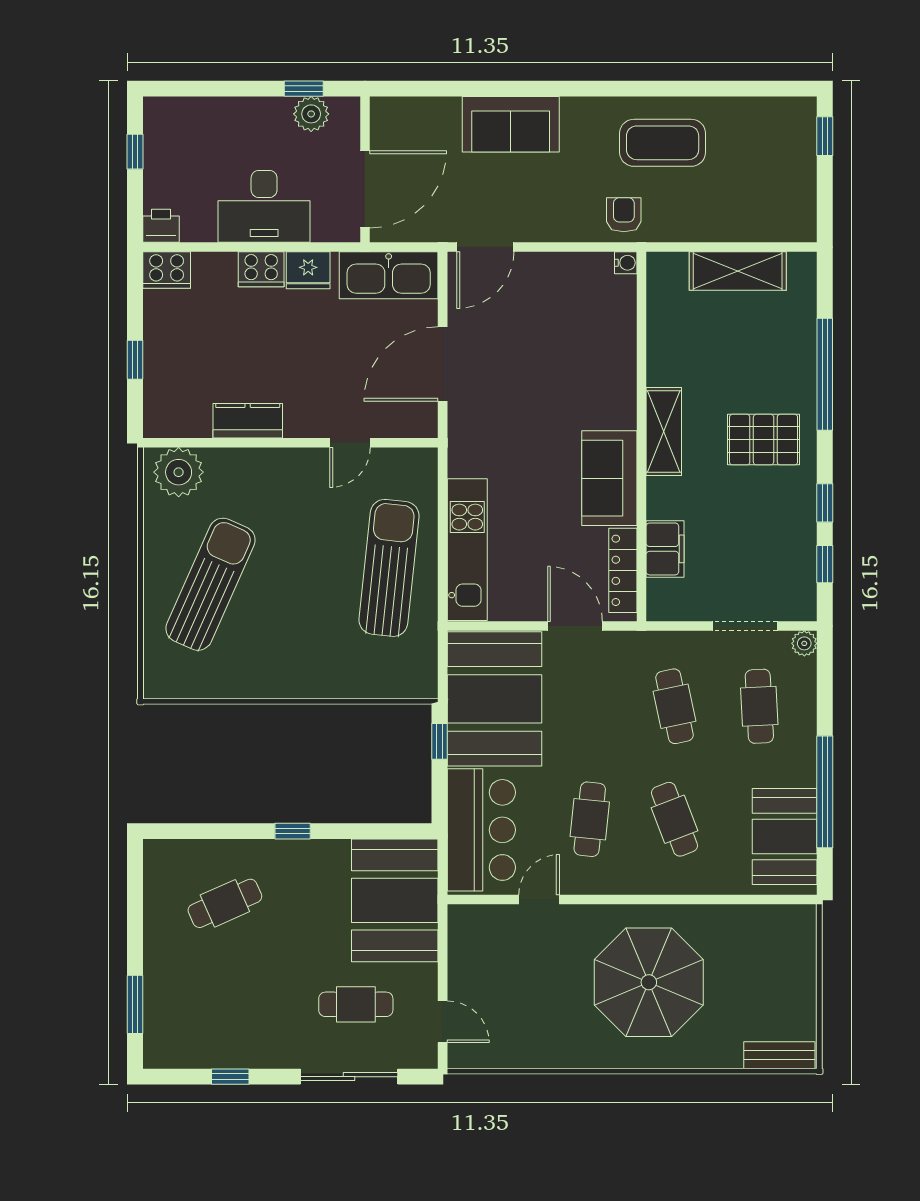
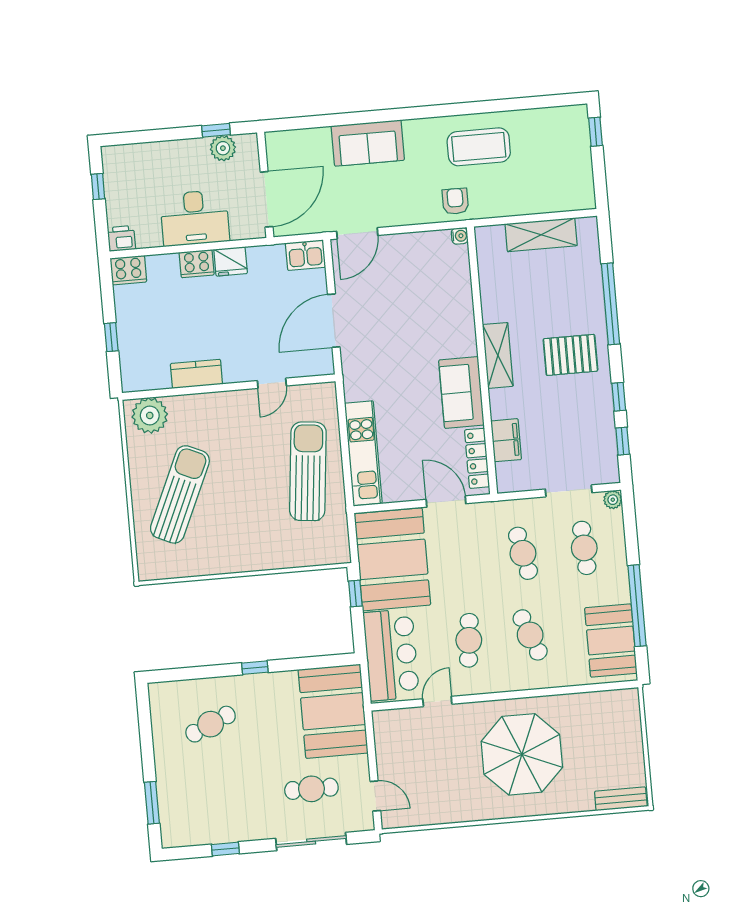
kitchen sink: (389, 275) -> (305, 255), width x0.53, depth x0.81

